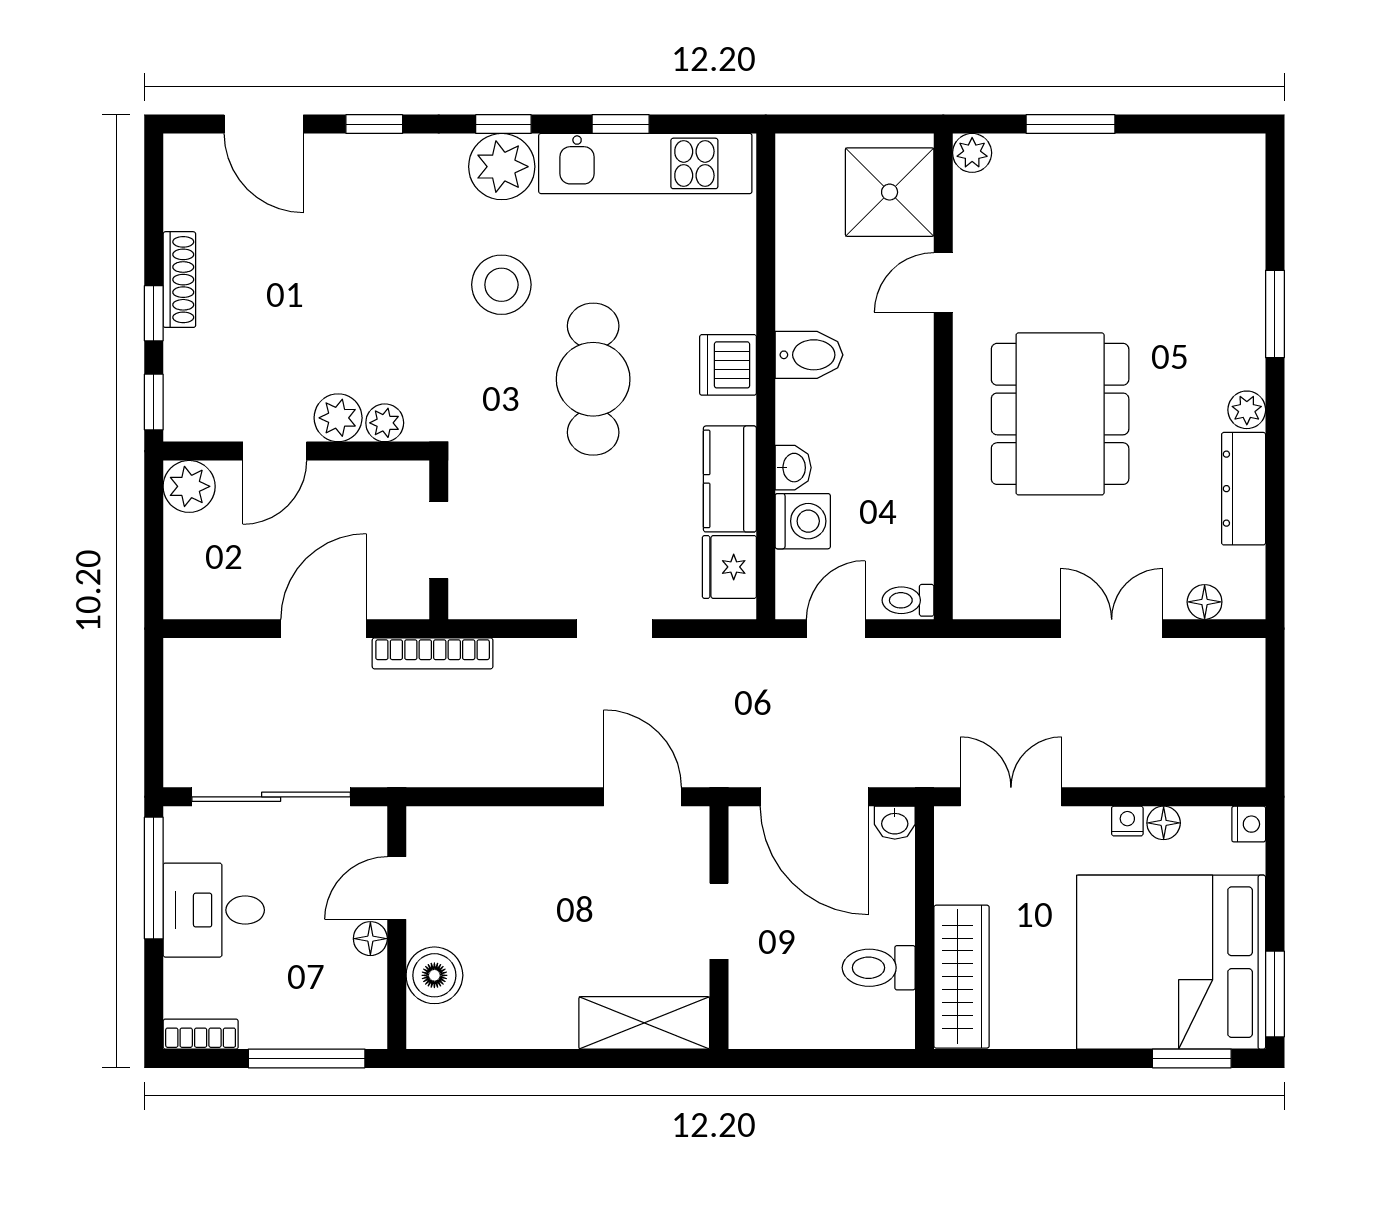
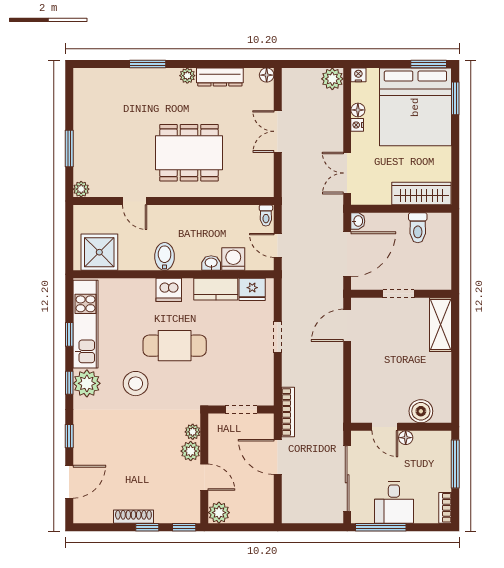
shower: (890, 192) -> (99, 252), moved
floor lamp: (1205, 602) -> (267, 75), moved
plant: (1239, 761) -> (332, 79), added

